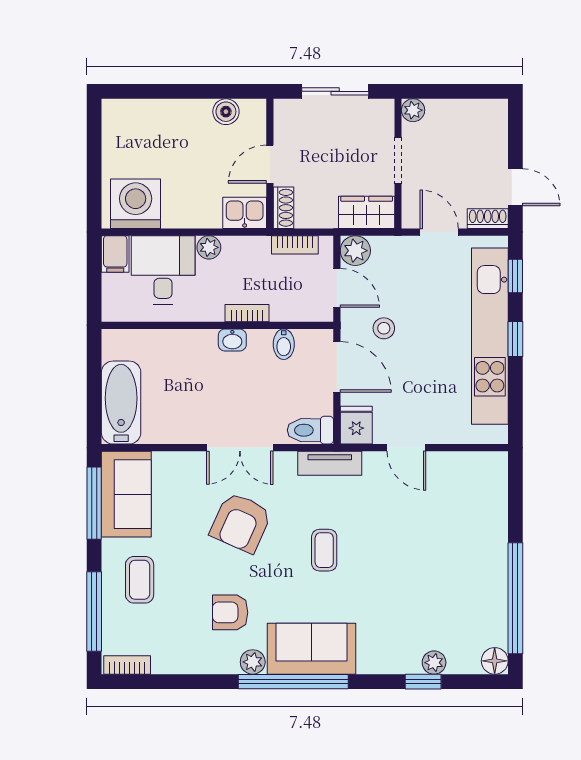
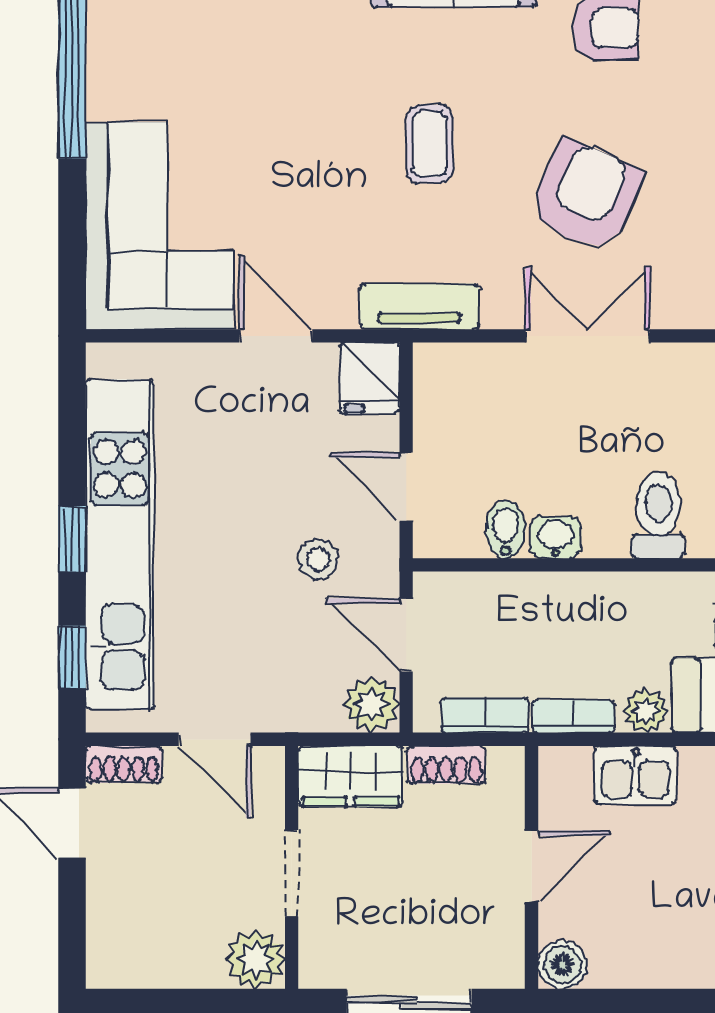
plant: (413, 110) -> (255, 959), width x1.38, depth x1.38
boiler: (226, 112) -> (562, 965), moved
shoe rack: (283, 208) -> (446, 765), moved, turned -90
kitchen sink: (245, 213) -> (636, 775), moved
bookcase: (247, 313) -> (573, 716), moved, turned 180
washbasin: (232, 340) -> (555, 537), moved
door: (337, 367) -> (406, 487), width x0.73
toilet: (310, 430) -> (658, 515), moved, turned -90
corner sofa: (469, 506) -> (159, 226), added

